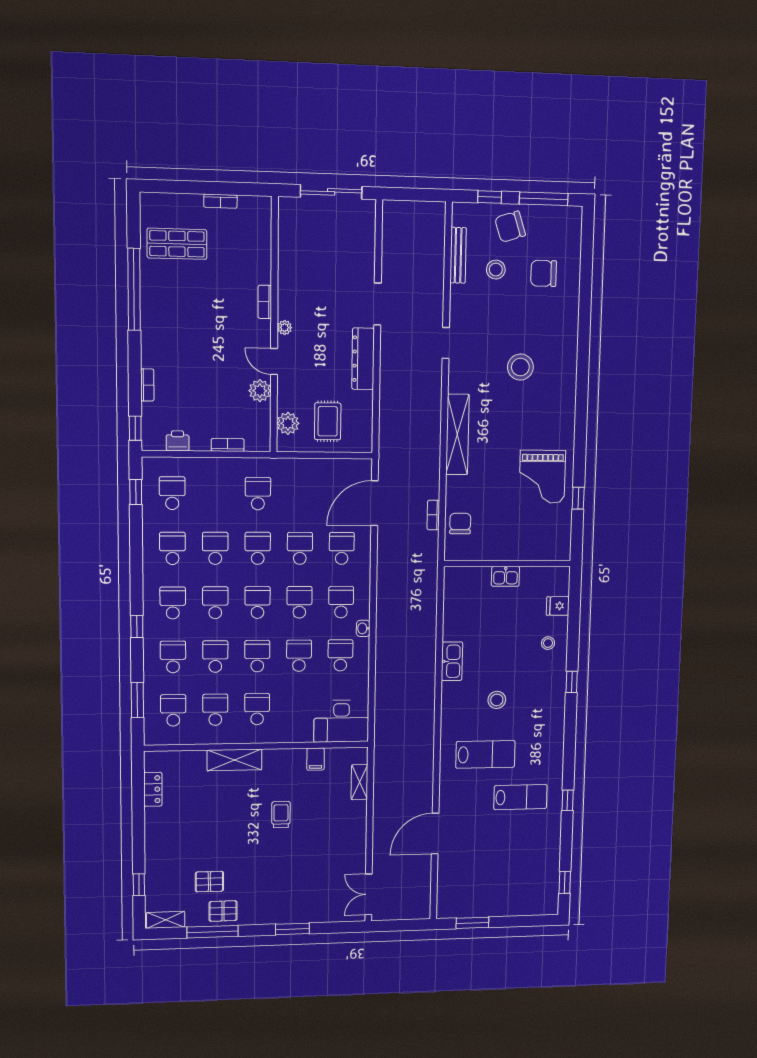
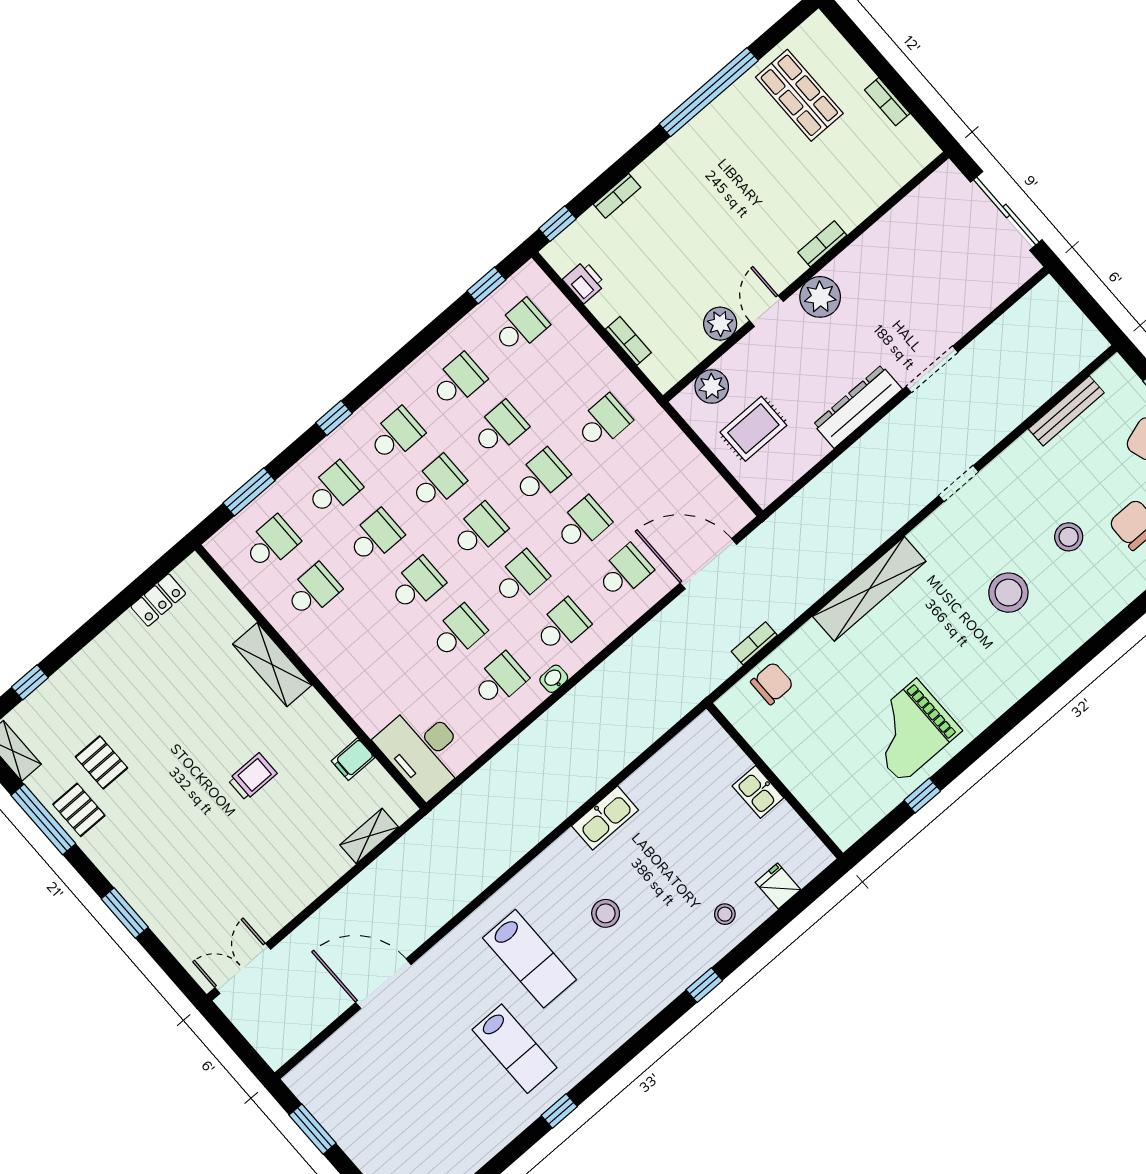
stool: (496, 270) -> (1069, 537), moved
plant: (285, 328) -> (820, 297), width x1.88, depth x1.88
school desk: (257, 709) -> (354, 639), removed

